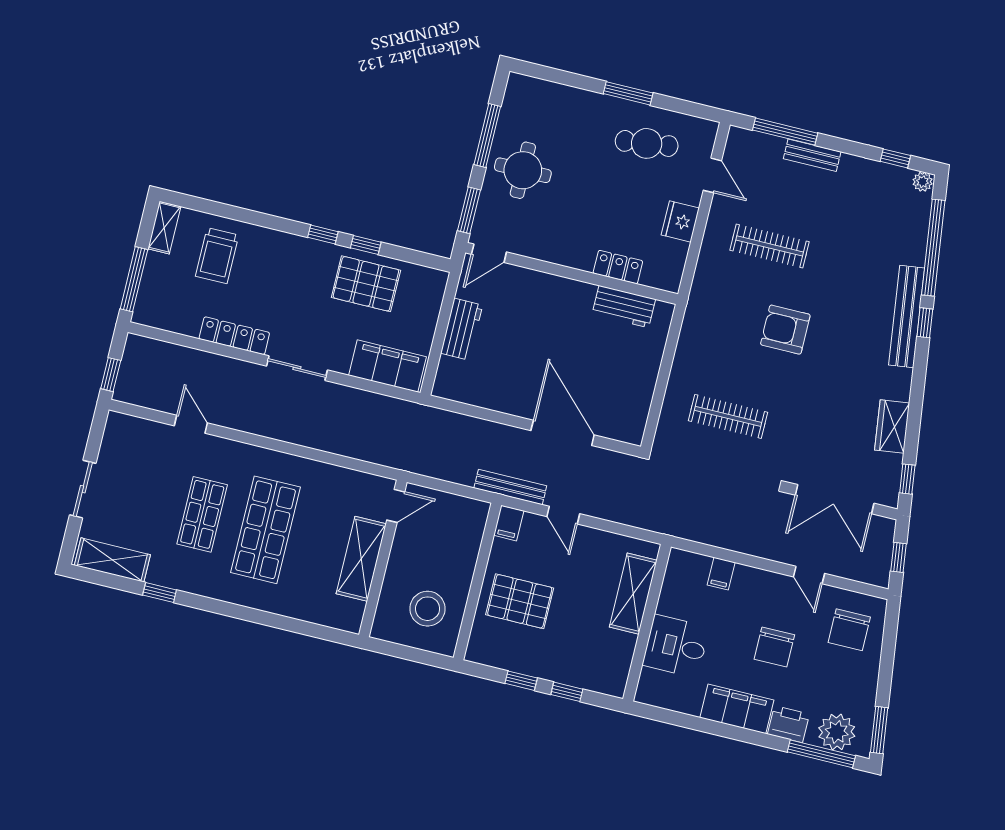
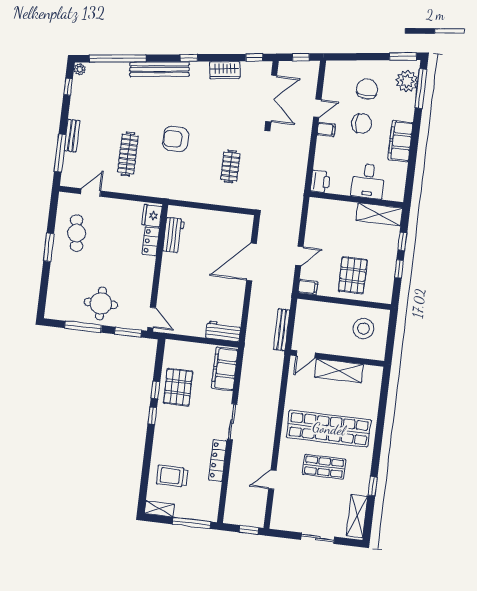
fridge: (680, 221) -> (152, 216), moved, turned 90
trolley: (217, 256) -> (172, 476), turned 180
window: (925, 323) -> (189, 58), moved
workbench: (462, 329) -> (223, 331), moved
armchair: (785, 330) -> (176, 139), turned 90
clothes rail: (728, 416) -> (230, 167), width x0.73
bench: (510, 487) -> (282, 330), moved
door: (396, 506) -> (306, 354), swing flipped
shop shelf: (266, 530) -> (329, 429), width x1.40
filing cabinet: (721, 574) -> (326, 129), moved
shelving: (633, 594) -> (379, 214), moved
chair: (849, 630) -> (367, 89), moved, turned -90
printer: (788, 724) -> (320, 182), moved, turned 180

